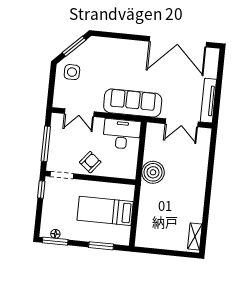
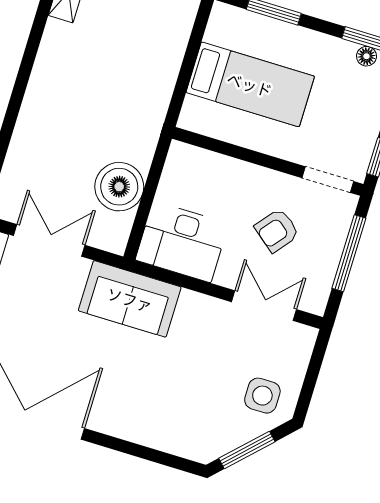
sofa: (133, 103) -> (130, 299), width x0.73
armchair: (90, 162) -> (277, 230), moved
boiler: (153, 172) -> (119, 187), moved

